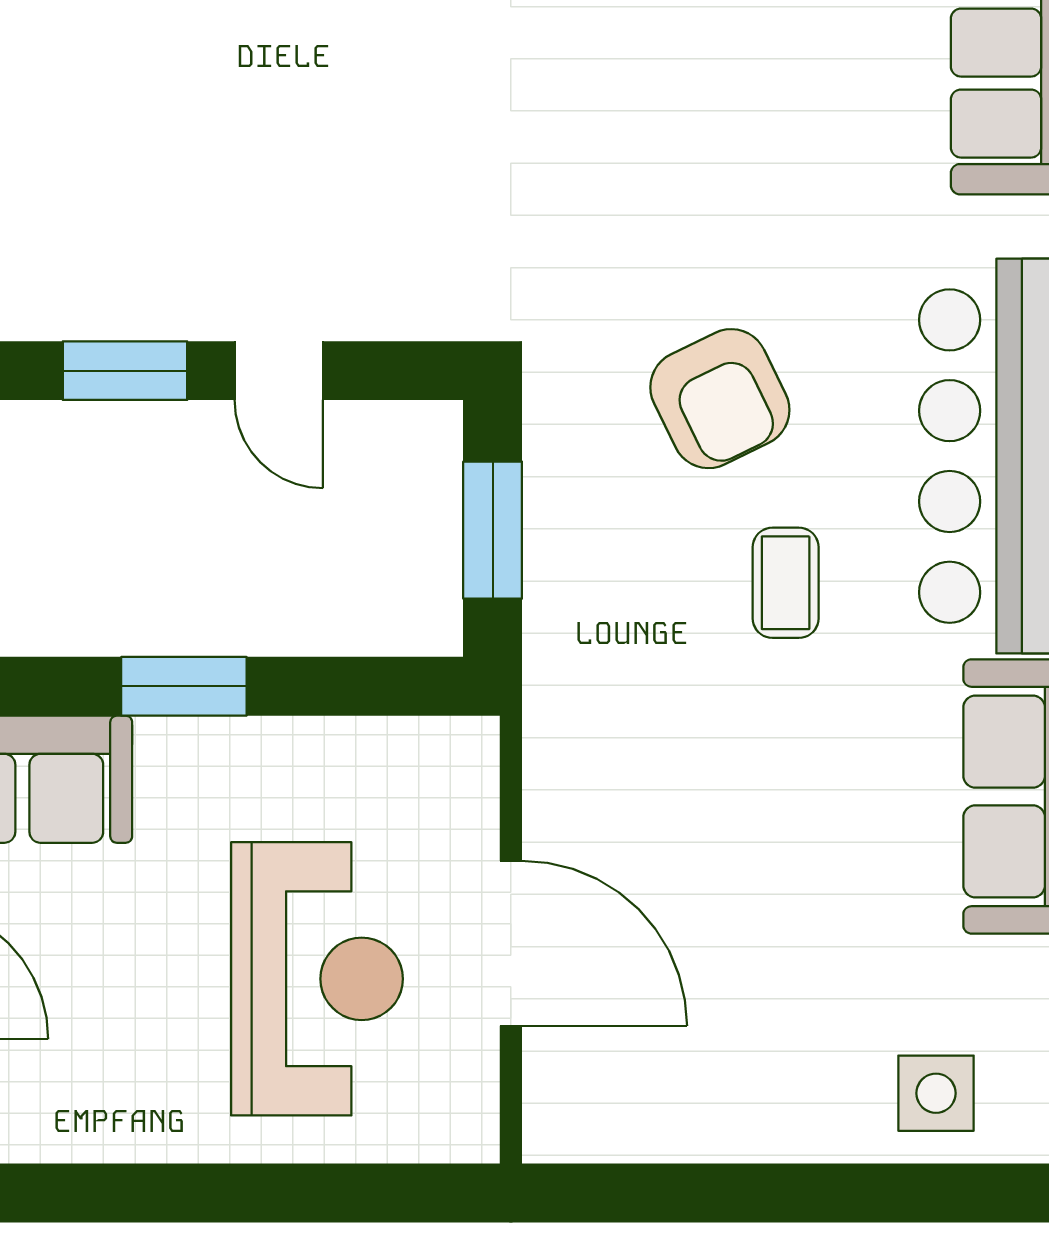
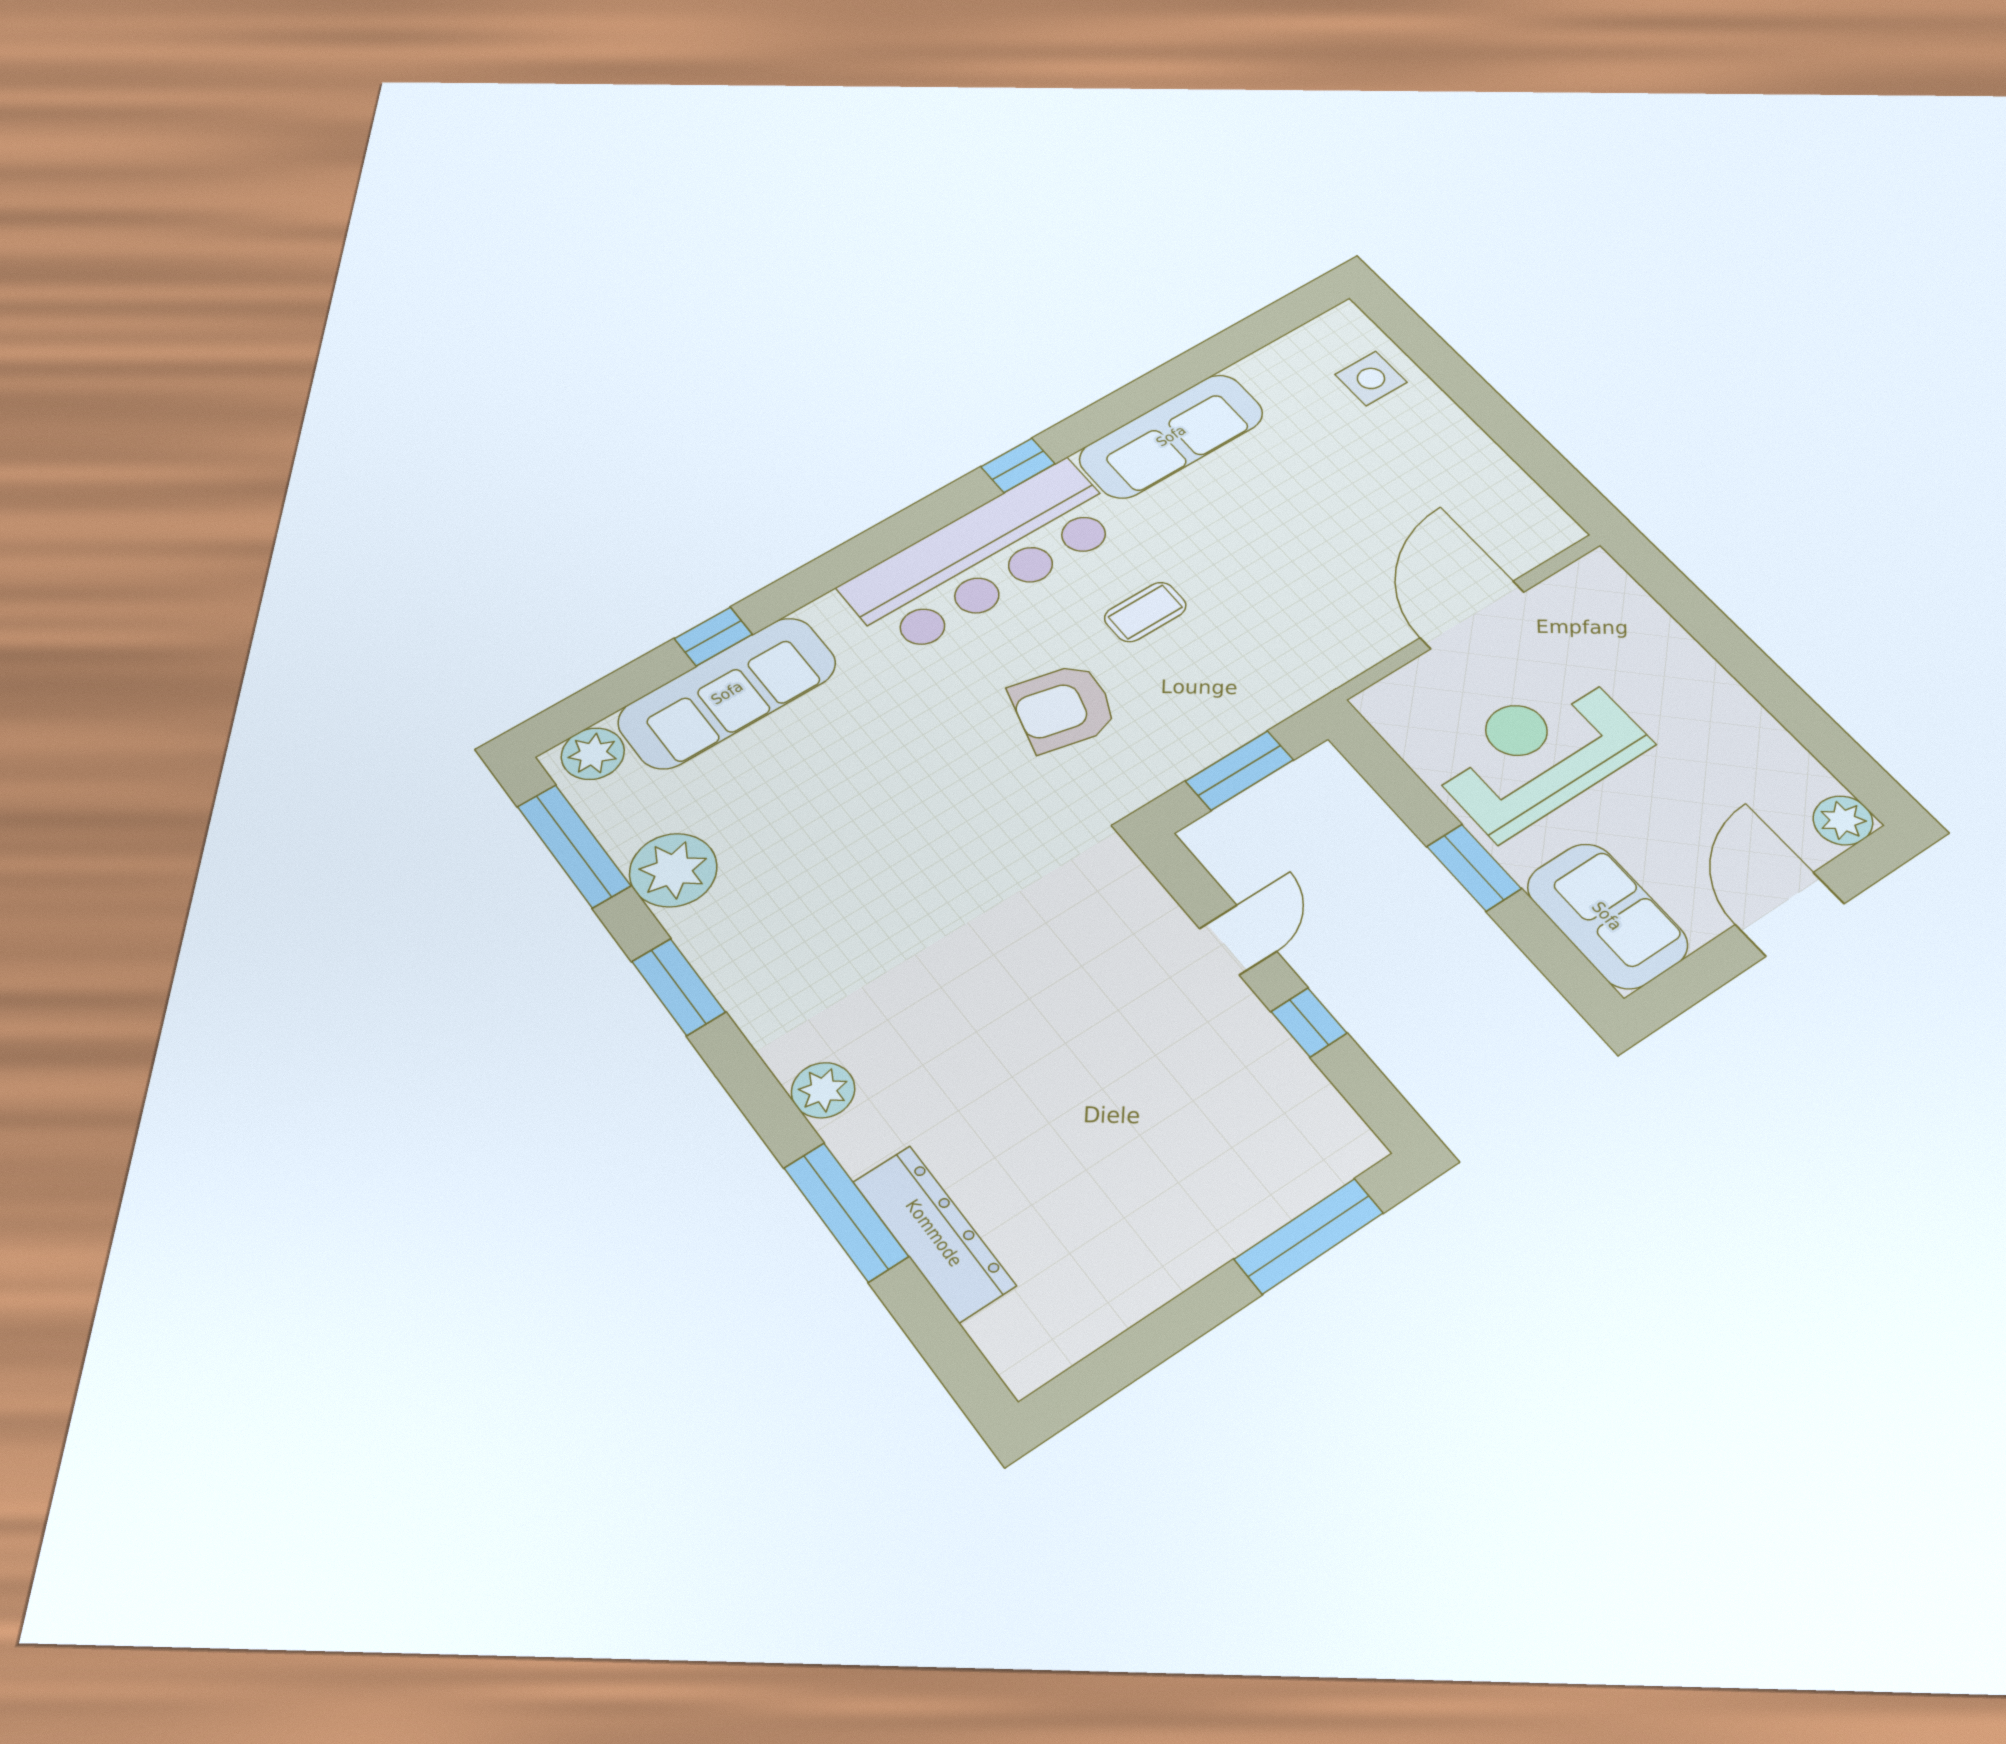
window: (125, 371) -> (1309, 1022), width x0.67
armchair: (720, 399) -> (1063, 707), turned -140
reception desk: (317, 979) -> (1537, 752), moved

